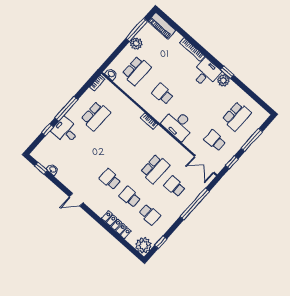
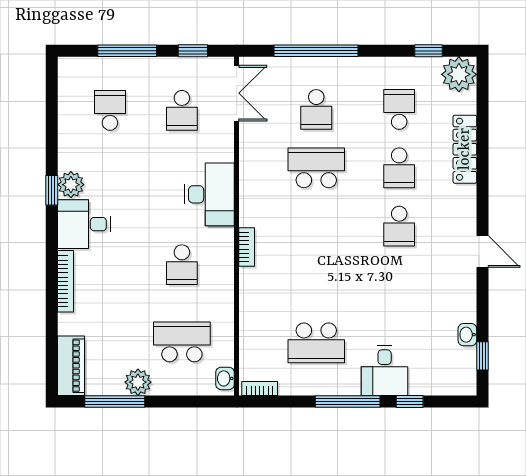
school desk: (96, 116) -> (316, 343), turned 180
school desk: (237, 116) -> (110, 110), width x0.54

